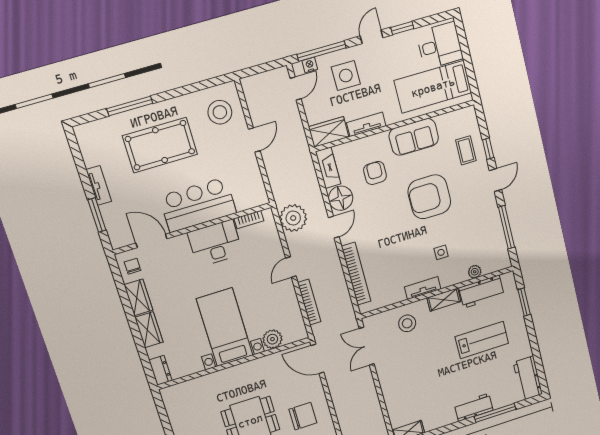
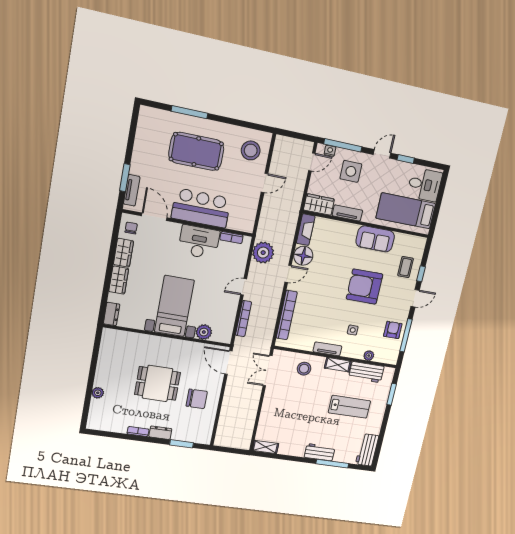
armchair: (375, 173) -> (393, 330), moved
tv unit: (99, 185) -> (132, 190), moved

